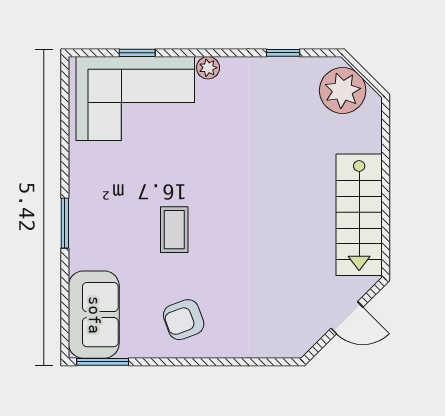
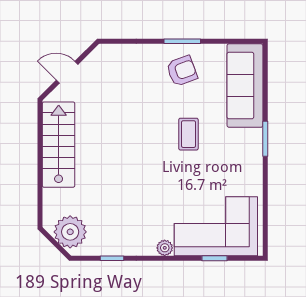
sofa: (94, 315) -> (245, 86), width x1.36
window: (103, 362) -> (182, 41), moved

